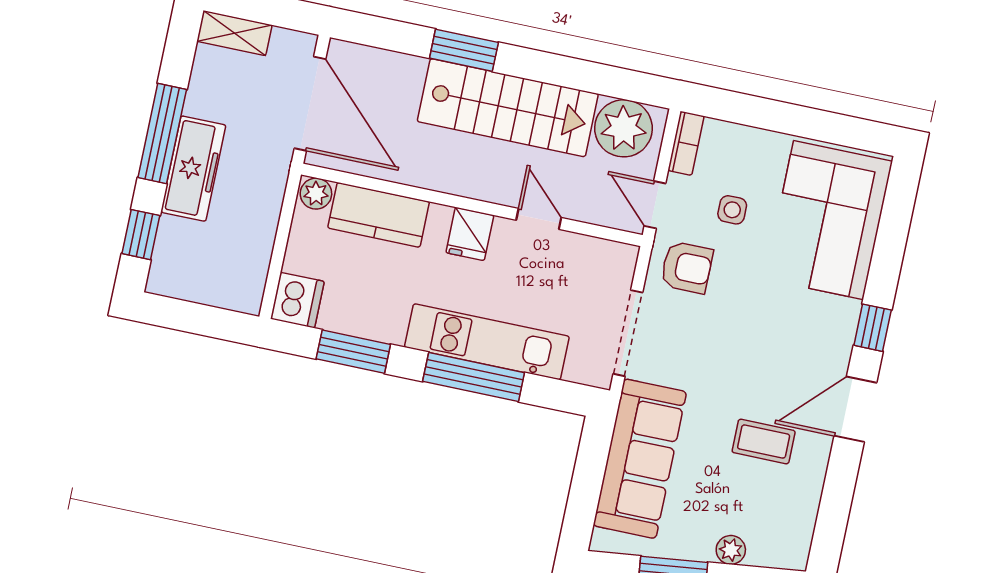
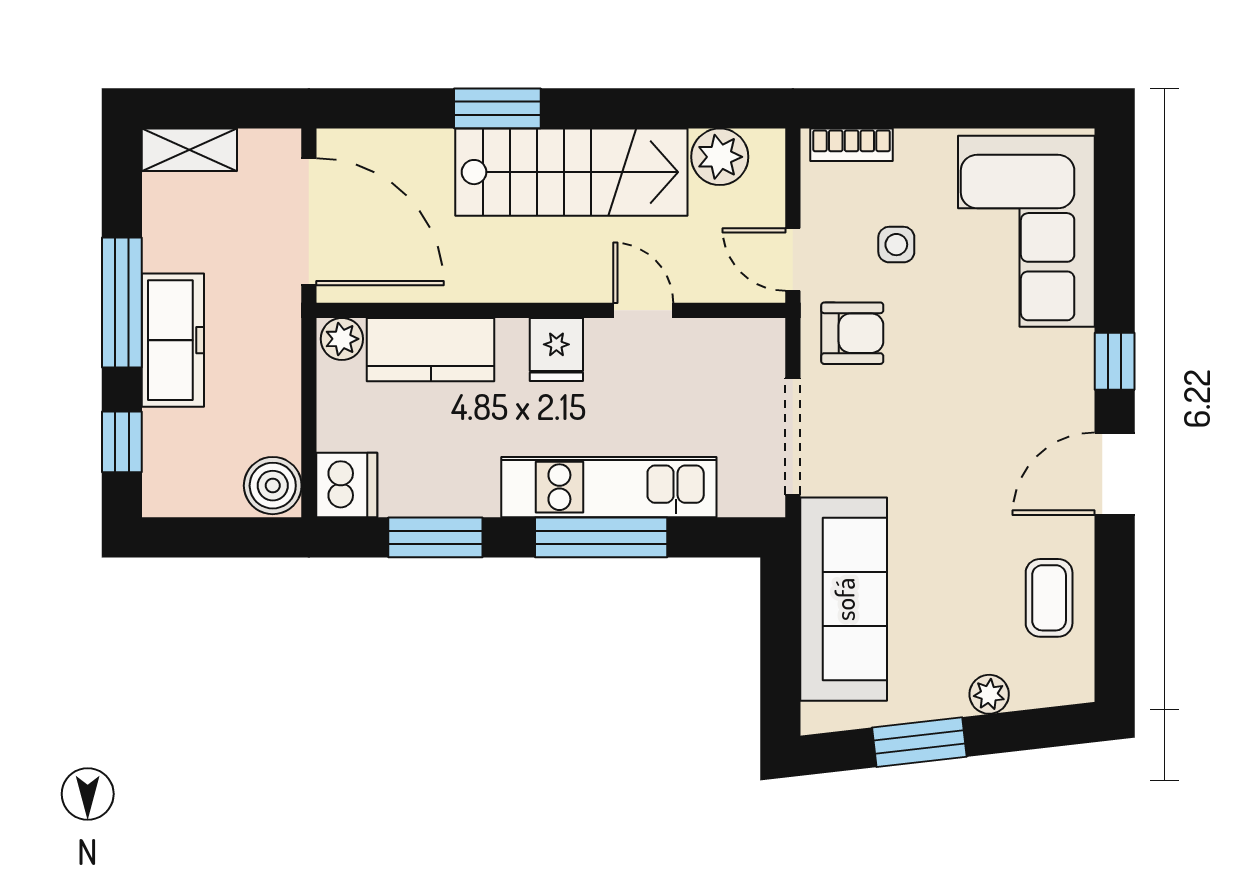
plant: (624, 128) -> (720, 157), width x0.73, depth x0.73
bookcase: (686, 143) -> (852, 145), moved, turned 90
boiler: (243, 289) -> (273, 486), added
coffee table: (764, 442) -> (1049, 598), moved, turned 90

